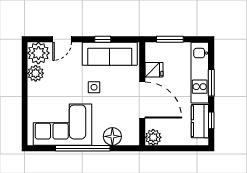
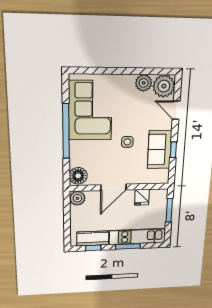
sofa: (110, 54) -> (160, 150), width x0.73
door: (142, 100) -> (114, 187), width x0.73
floor lamp: (112, 136) -> (78, 176), moved

